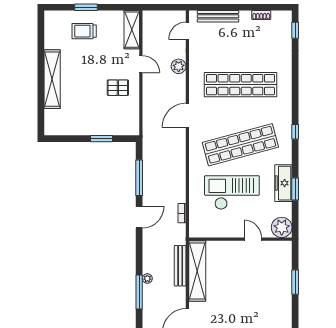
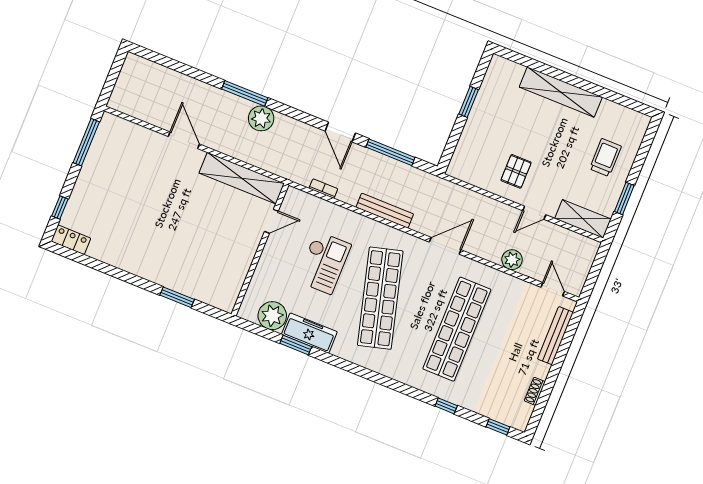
window: (86, 7) -> (624, 199), moved
door: (187, 115) -> (445, 246), hinge flipped
window: (295, 132) -> (446, 406), moved
window: (101, 139) -> (469, 102), moved
checkout: (232, 193) -> (324, 263), width x0.73, depth x0.83
plant: (282, 227) -> (272, 316), moved
door: (253, 239) -> (271, 221), moved
bench: (180, 266) -> (385, 211), moved
plant: (147, 279) -> (261, 118), width x1.88, depth x1.88

